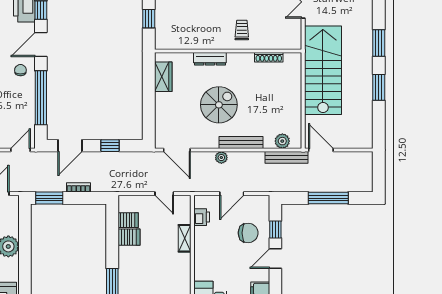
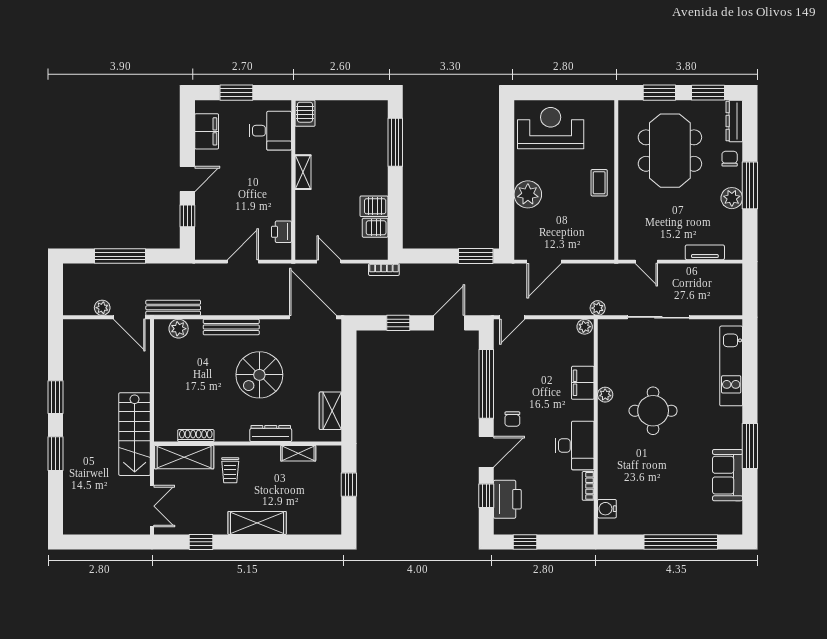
shelving: (278, 40) -> (184, 457), added
shelving: (188, 43) -> (298, 453), added
stairs: (323, 70) -> (135, 434), width x0.73, depth x0.66
door: (177, 150) -> (313, 317), width x1.36
plant: (221, 158) -> (102, 308), moved
bookcase: (78, 187) -> (384, 270), moved
chair: (248, 233) -> (222, 212), removed
shelving: (185, 238) -> (303, 172), moved

